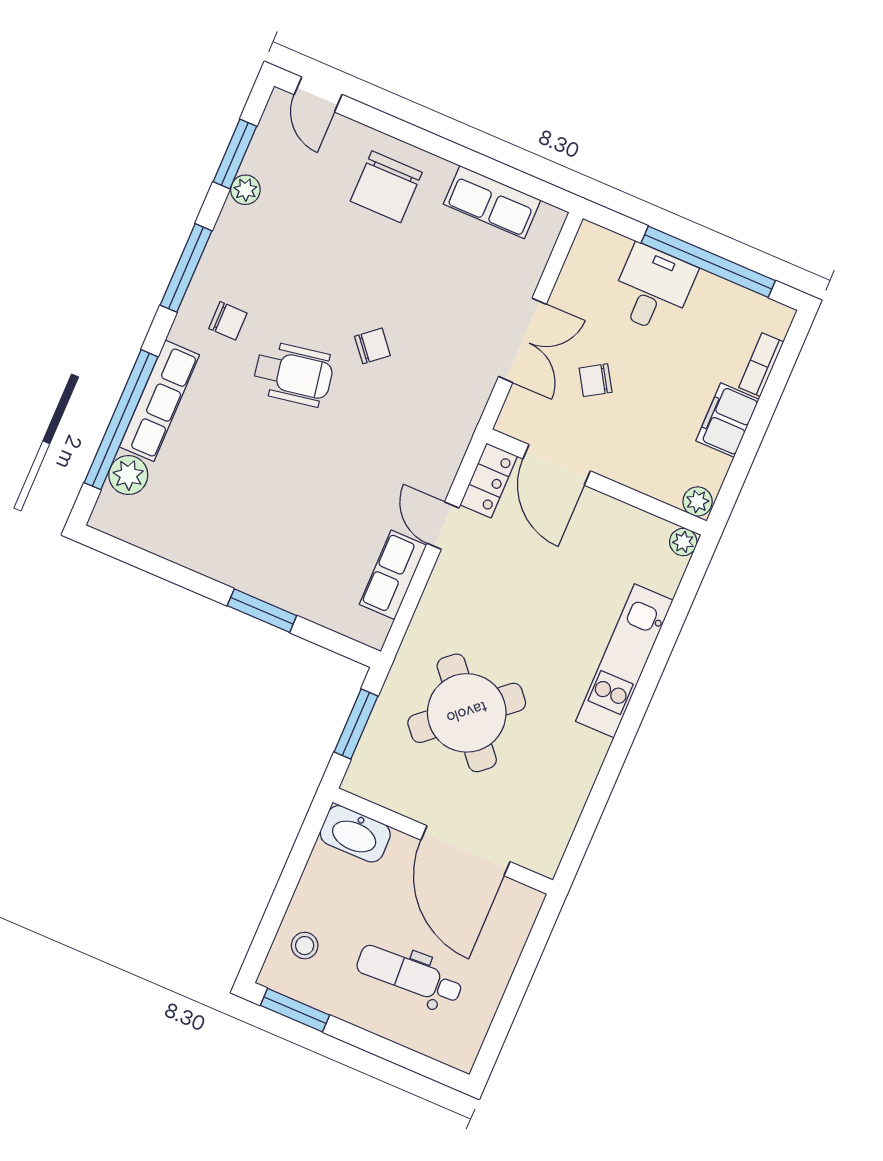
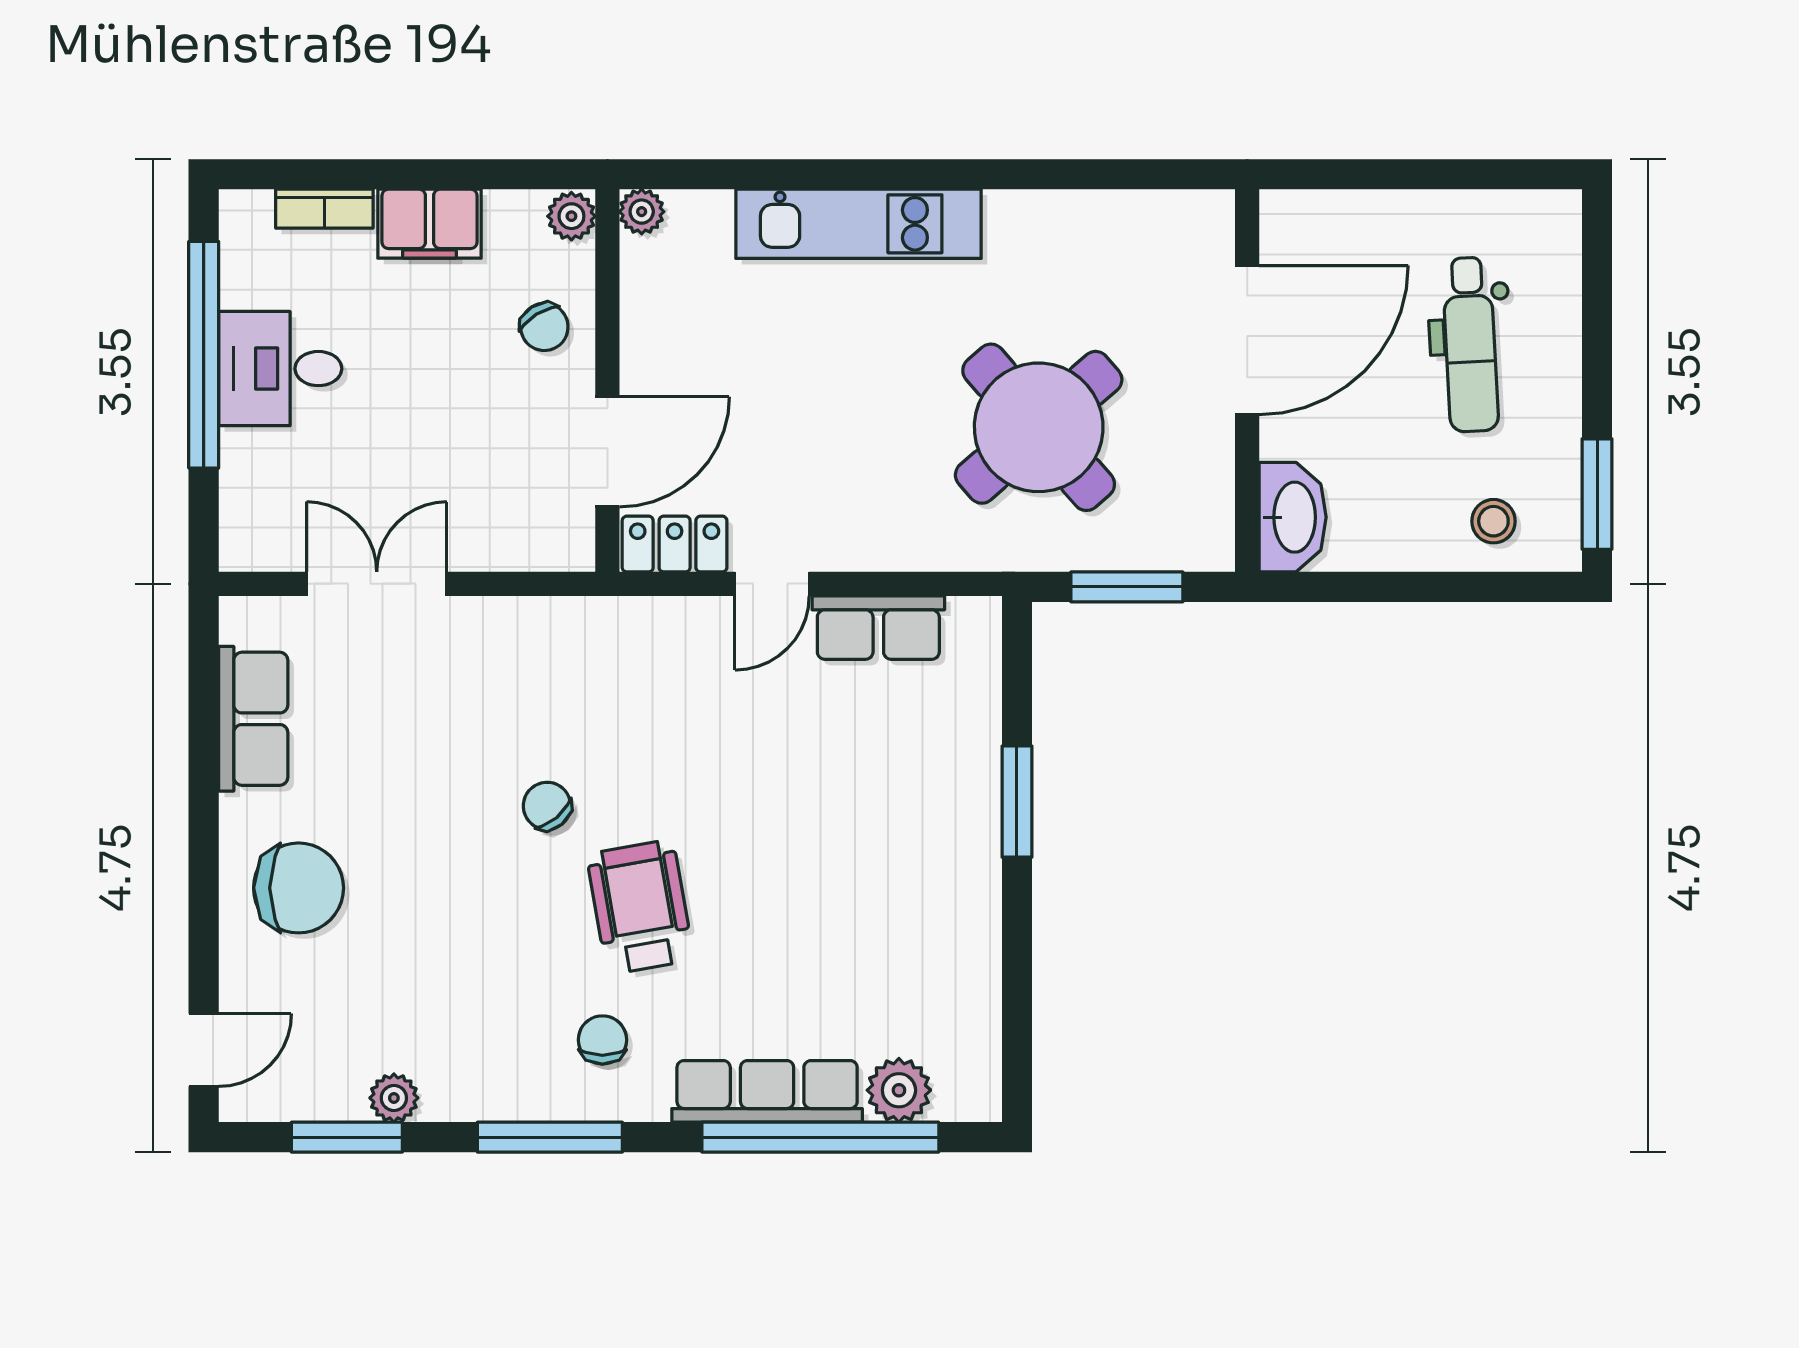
desk: (653, 289) -> (280, 369), moved
double door: (522, 340) -> (377, 584), moved
chair: (596, 380) -> (544, 327), moved

